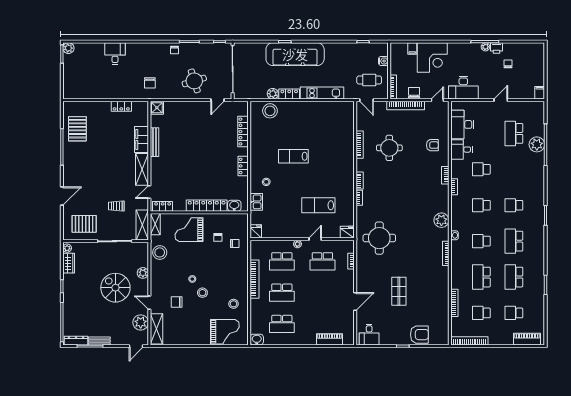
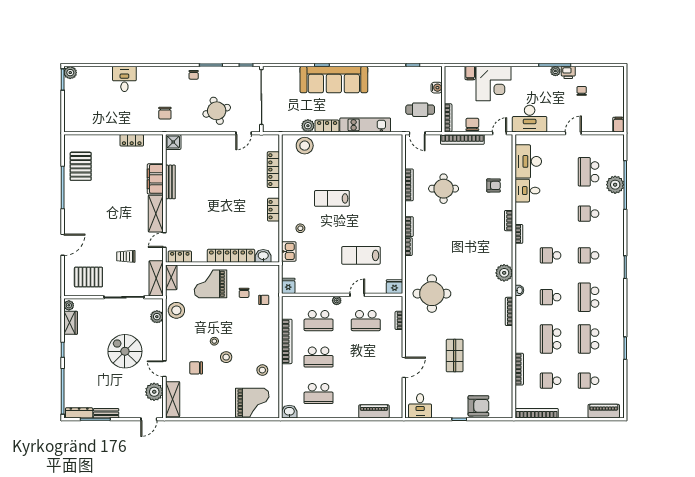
school desk: (481, 169) -> (589, 214), moved
plant: (143, 273) -> (157, 317), moved

